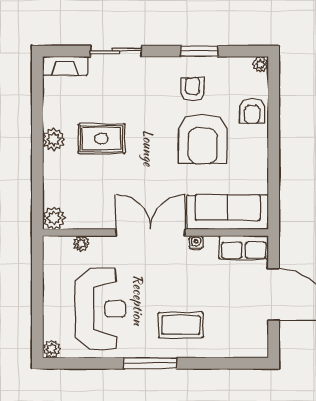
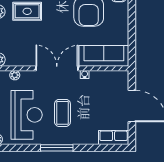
row of seats: (244, 247) -> (114, 138), moved, turned 180
coffee table: (181, 325) -> (62, 113), moved, turned 90

